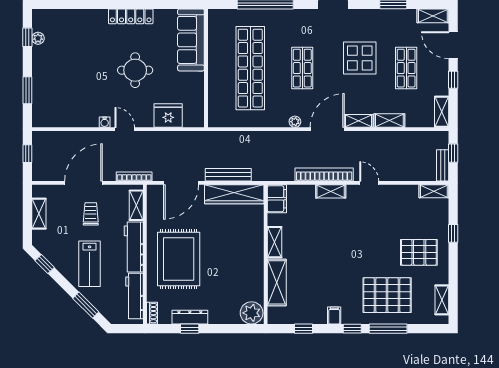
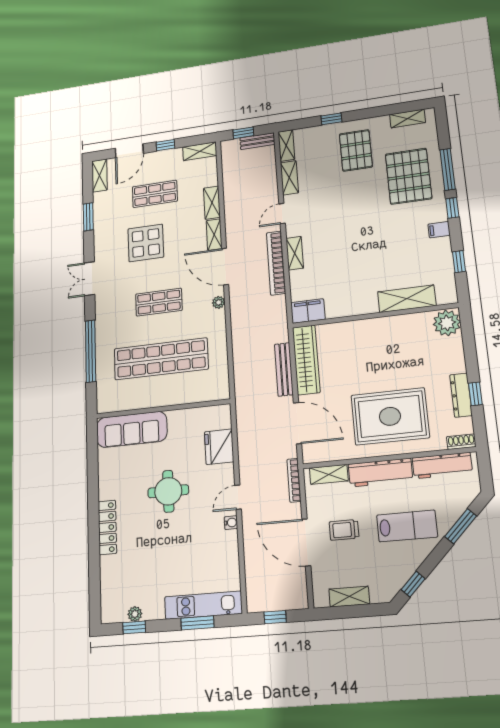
locker: (131, 16) -> (107, 527), moved
kitchen unit: (41, 96) -> (203, 605), added
shelving: (275, 242) -> (289, 178), moved, turned 90

